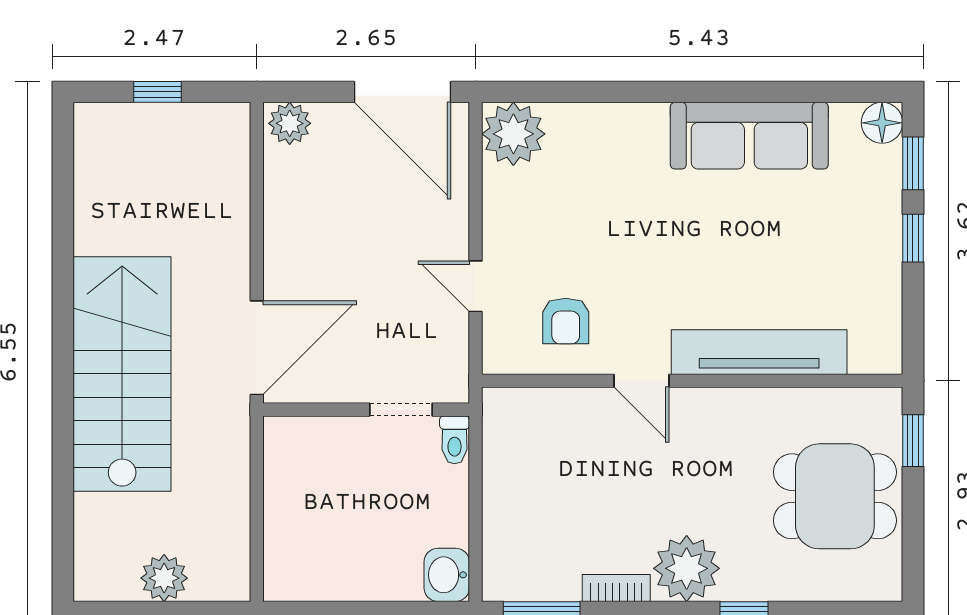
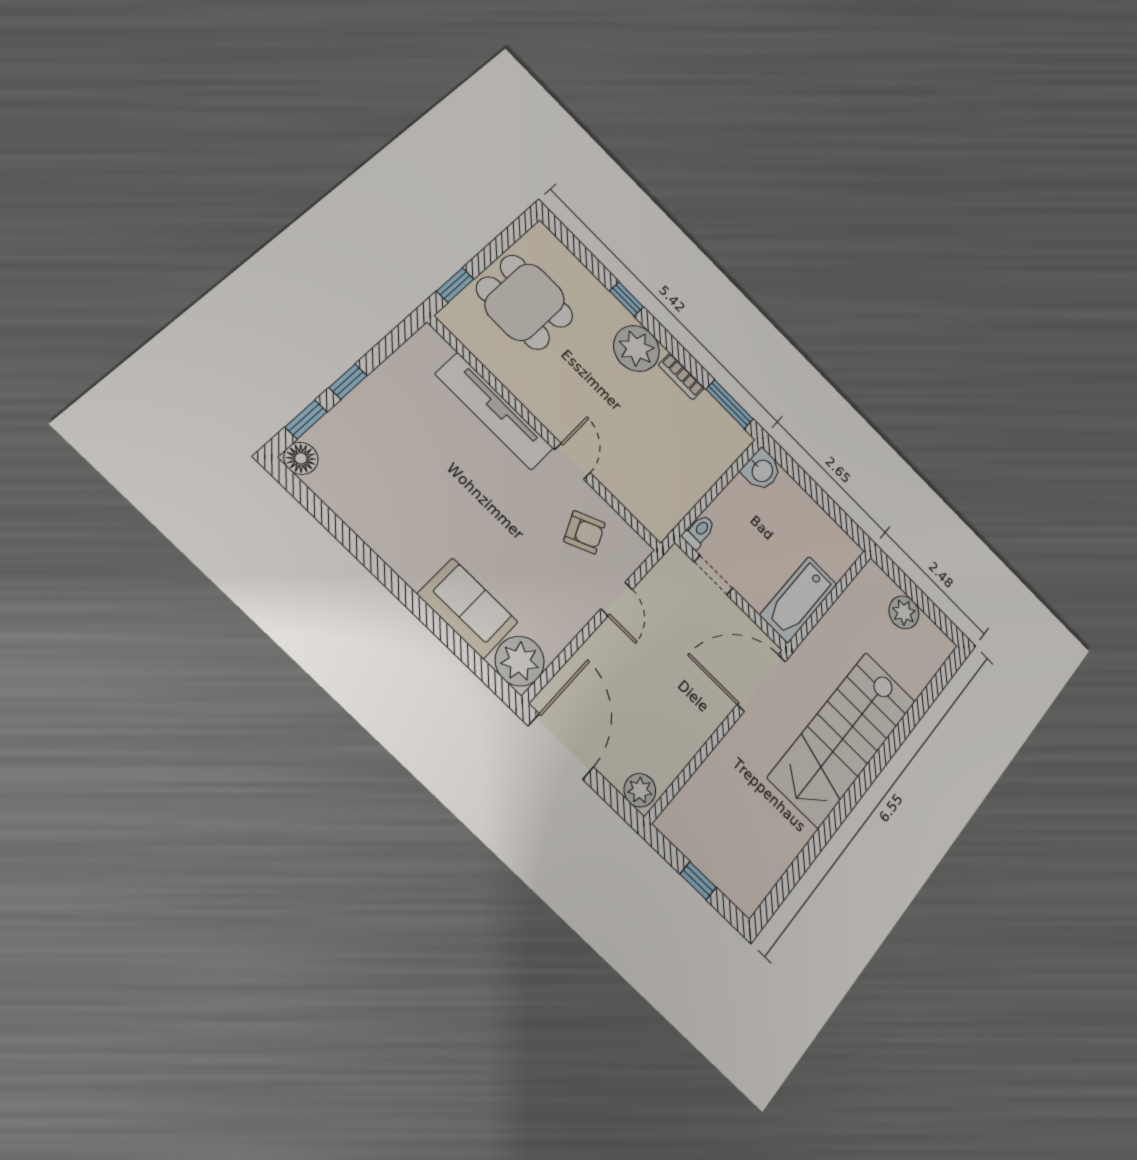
sofa: (749, 136) -> (468, 608), moved, width x0.73
armchair: (566, 321) -> (584, 532), turned 66
bathtub: (291, 474) -> (798, 600), added

